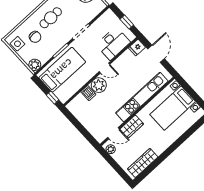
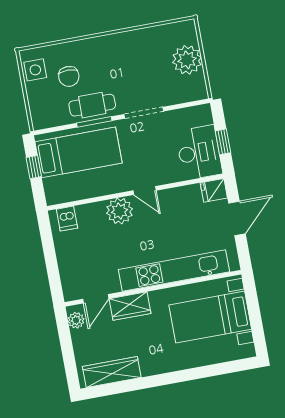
cafe table: (51, 18) -> (92, 105), moved
desk: (113, 43) -> (199, 153), moved, turned -90
plant: (35, 65) -> (41, 119), removed
dishwasher: (88, 93) -> (67, 219), moved
window: (53, 97) -> (34, 167), moved
door: (113, 133) -> (96, 299), hinge flipped

